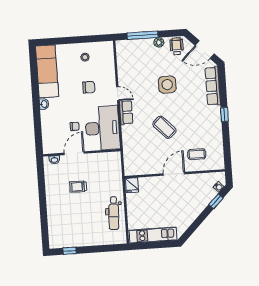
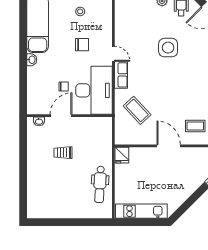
coffee table: (164, 127) -> (137, 110), moved
door: (174, 174) -> (169, 146), hinge flipped
window: (70, 251) -> (49, 222), removed

